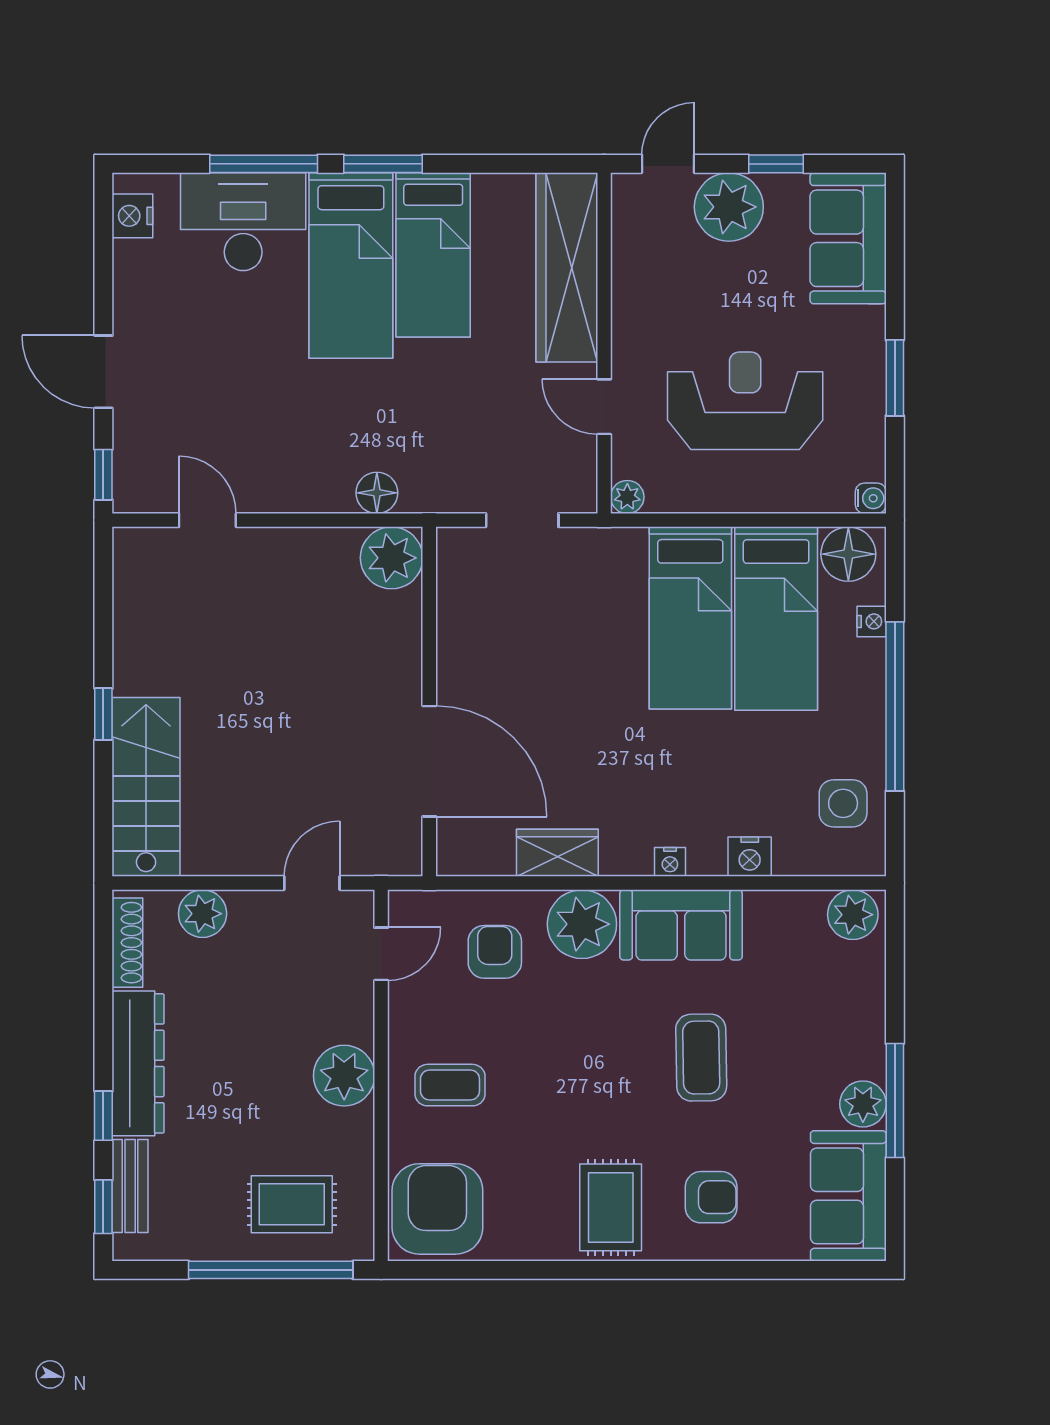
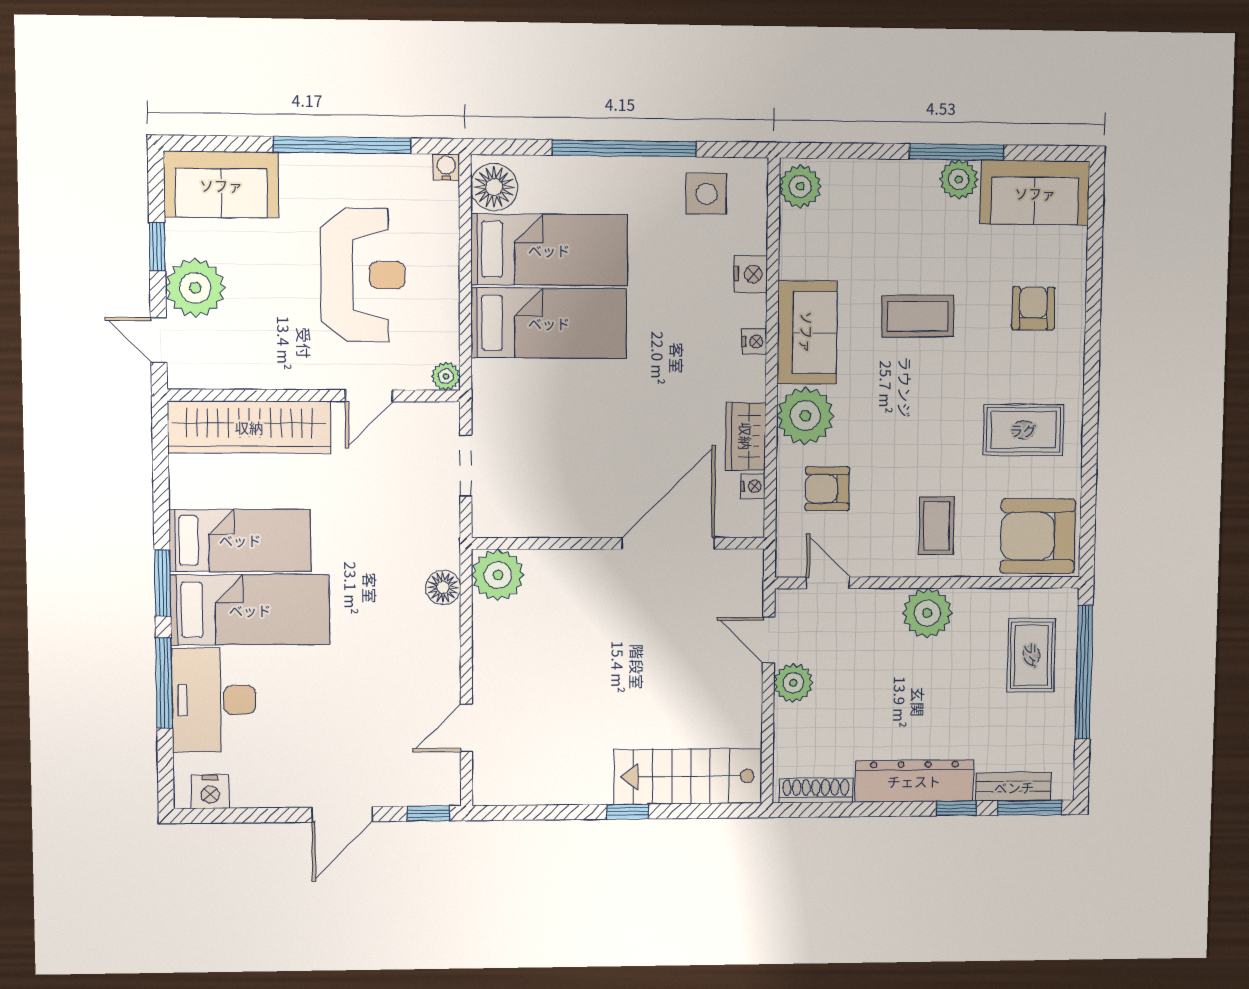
window: (895, 378) -> (342, 145), width x2.11
reception desk: (745, 401) -> (363, 275), turned 180
nightstand: (872, 621) -> (753, 486), moved, turned 90
plant: (203, 914) -> (793, 683), moved
window: (103, 1207) -> (1030, 808), width x1.50
rug: (611, 1207) -> (1023, 430), moved

